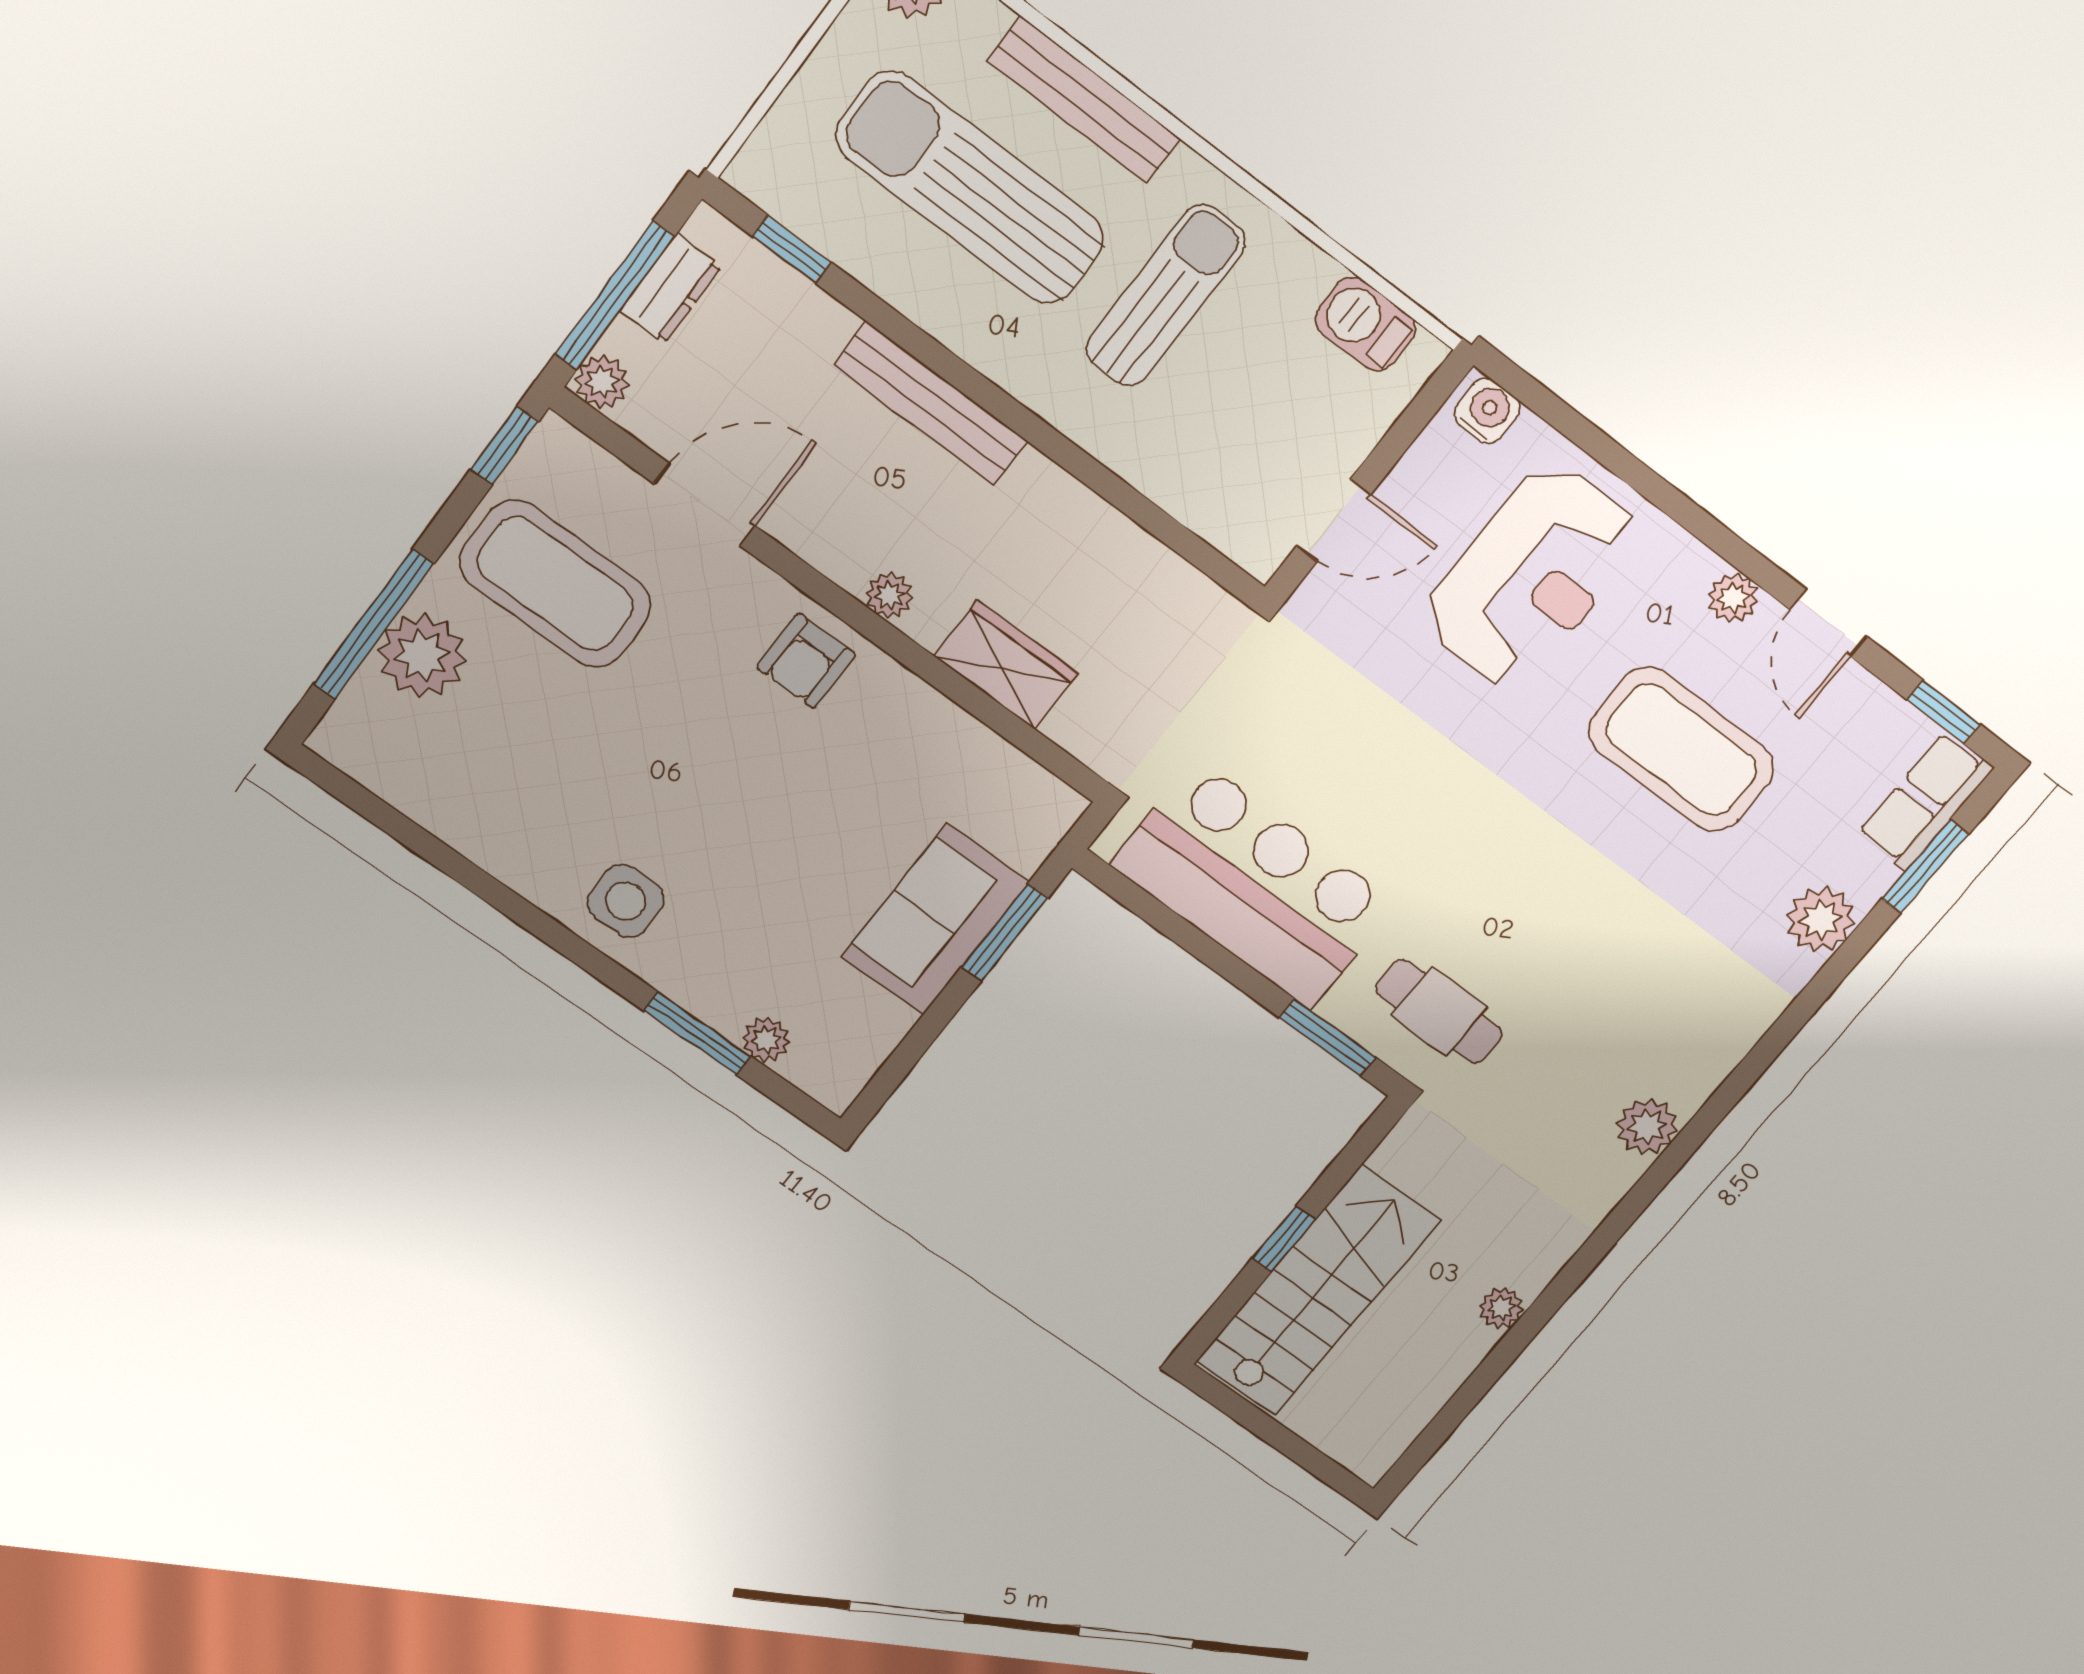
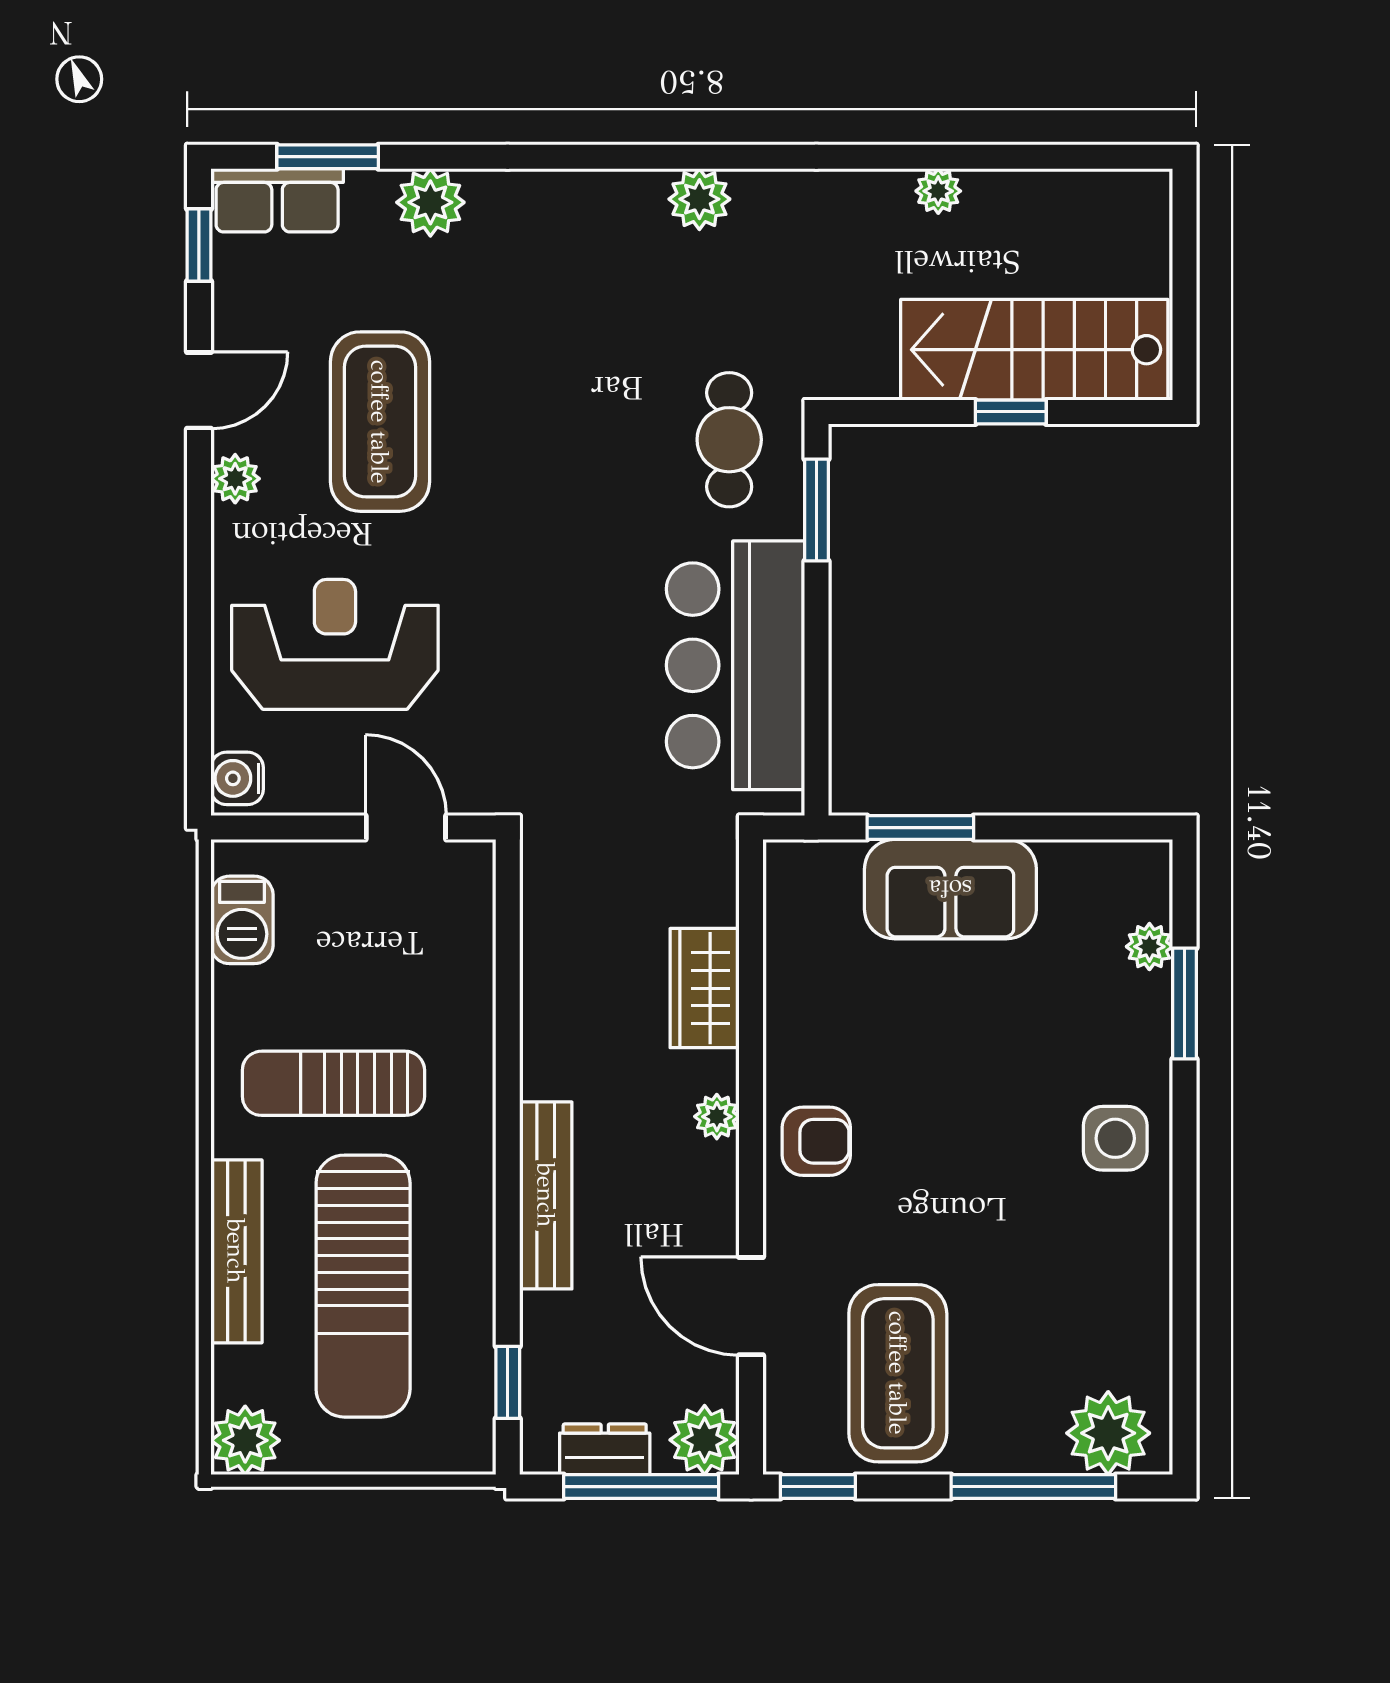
plant: (602, 382) -> (705, 1440), width x1.38, depth x1.38
plant: (422, 655) -> (1108, 1433), moved

